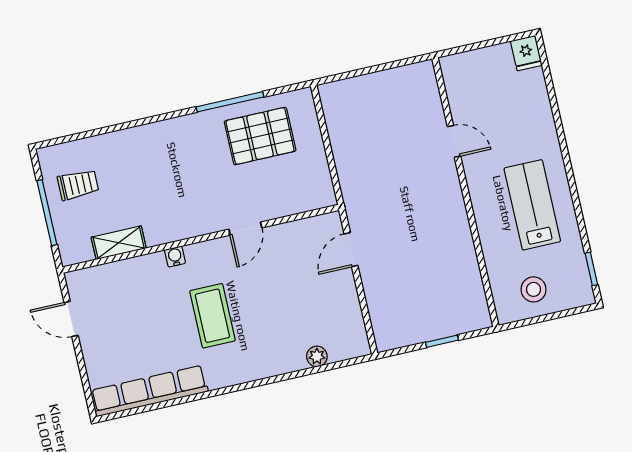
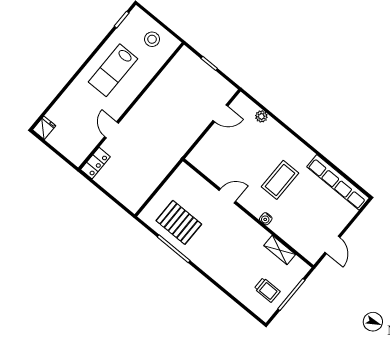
locker: (426, 85) -> (95, 163), added
trolley: (78, 185) -> (267, 290), turned 180
door: (351, 250) -> (220, 113), moved

